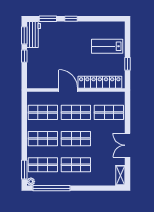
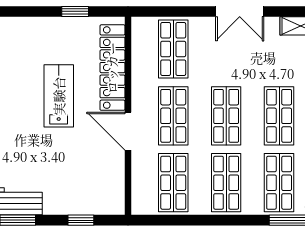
lab bench: (107, 46) -> (59, 96), moved, turned 180
window: (24, 56) -> (81, 220), moved
door: (68, 90) -> (128, 131), hinge flipped

